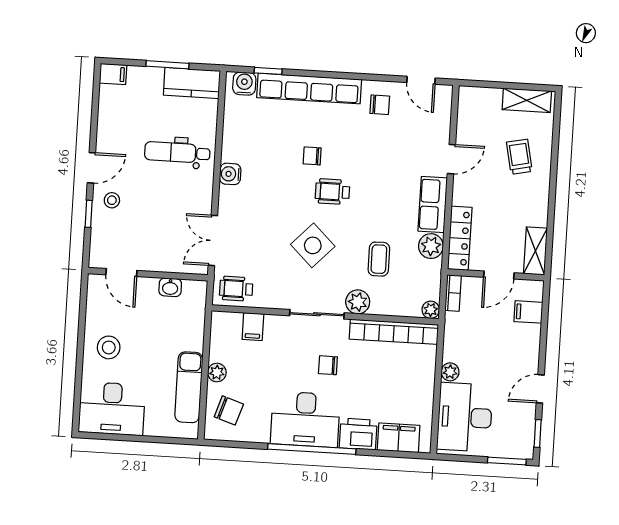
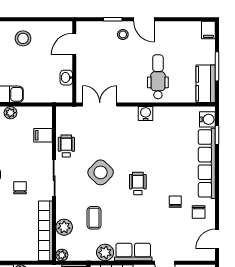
chair: (312, 156) -> (175, 202), moved
coffee table: (379, 259) -> (94, 218), turned 90
wheelchair: (236, 289) -> (66, 146), moved
plant: (358, 302) -> (64, 227), moved

